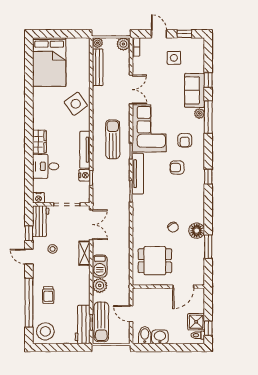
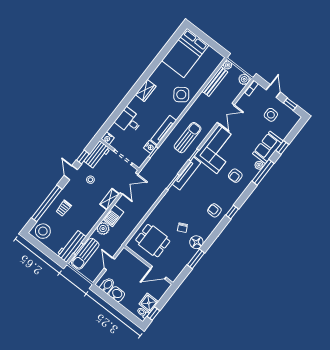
wardrobe: (39, 142) -> (146, 90), moved
armchair: (177, 168) -> (214, 210), moved

